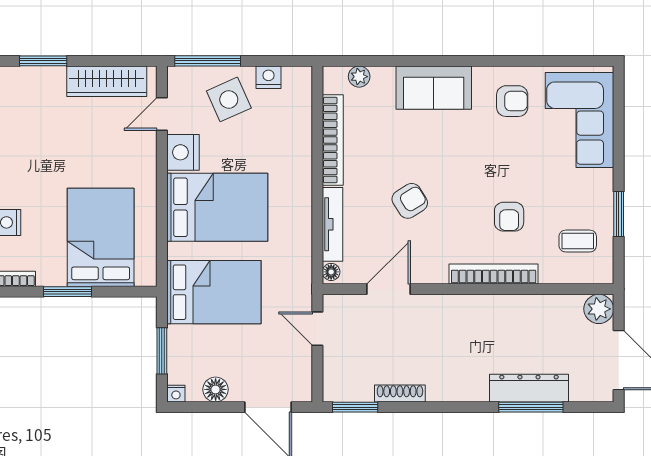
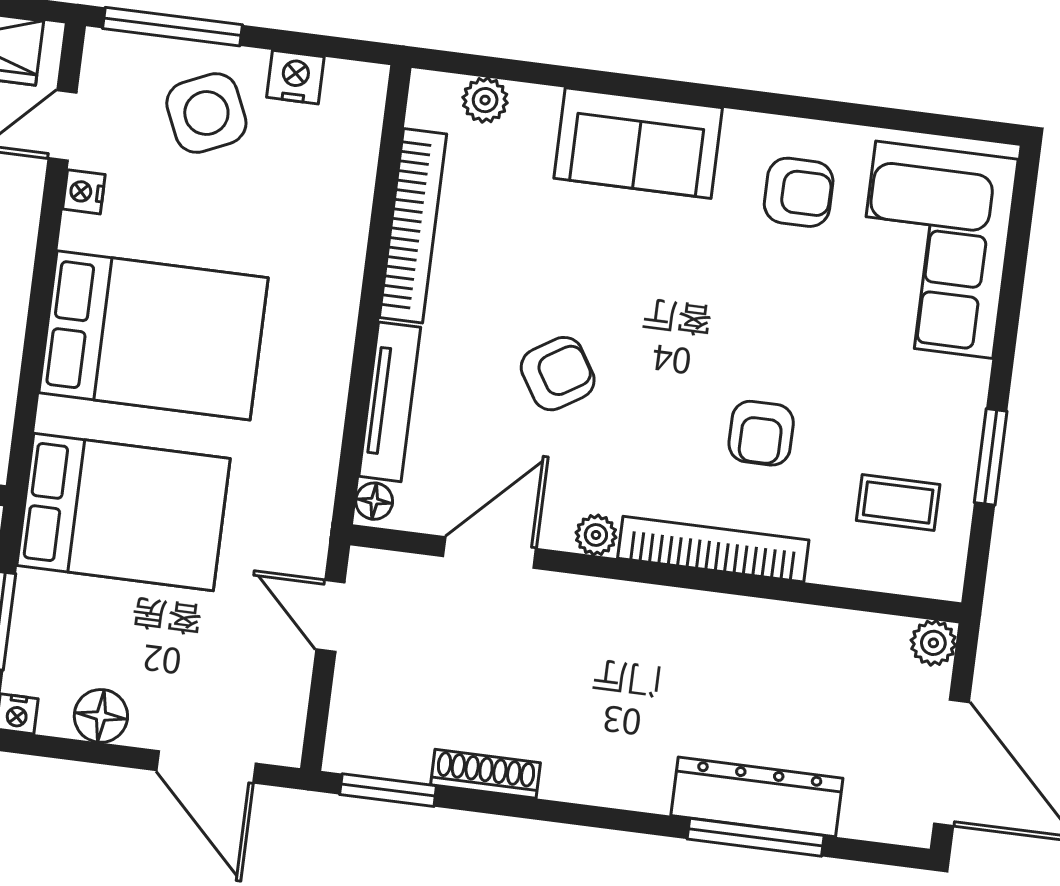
nightstand: (183, 152) -> (84, 192), width x0.53, depth x0.56
plant: (437, 275) -> (596, 535), added
plant: (599, 309) -> (933, 643), width x0.73, depth x0.73

